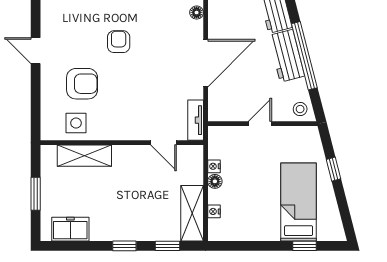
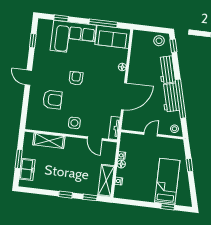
side table: (76, 123) -> (74, 123), moved
freezer: (70, 229) -> (27, 169), moved, turned 90

